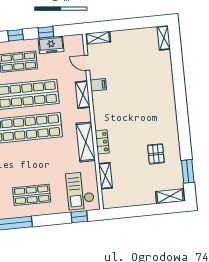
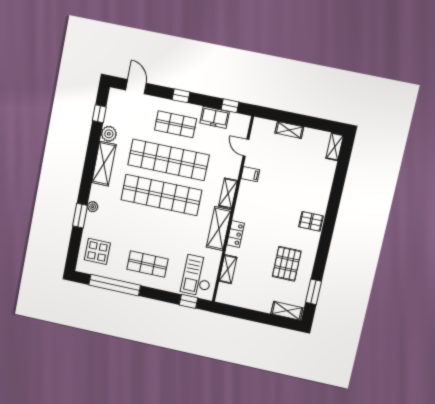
window: (46, 32) -> (230, 106), moved
shelving: (98, 38) -> (289, 130), moved
shelving: (83, 95) -> (228, 193), moved
pallet: (165, 109) -> (311, 221), added
pallet: (156, 154) -> (287, 264), width x1.50, depth x1.42

